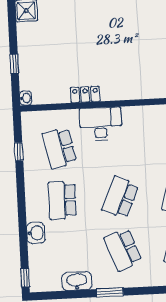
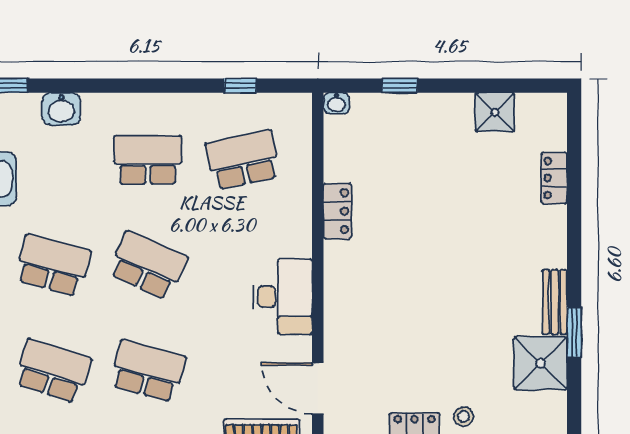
desk: (101, 124) -> (283, 297), moved
washbasin: (36, 233) -> (61, 109), moved
school desk: (123, 250) -> (53, 265), turned 36

